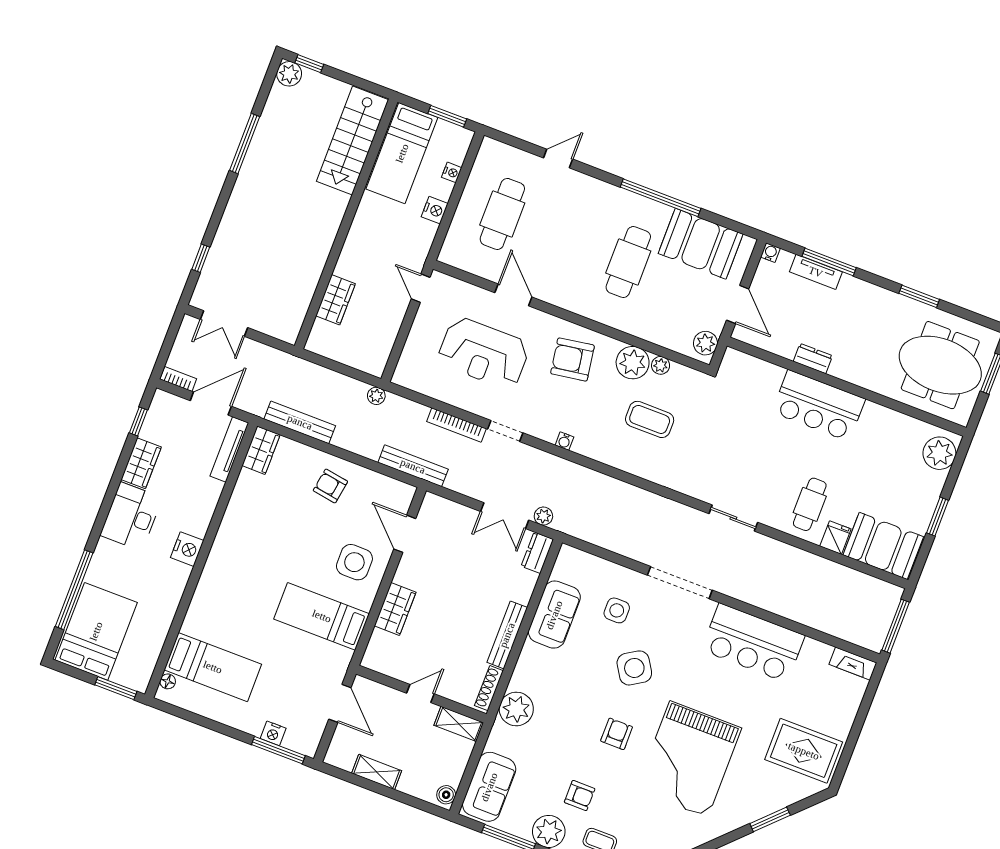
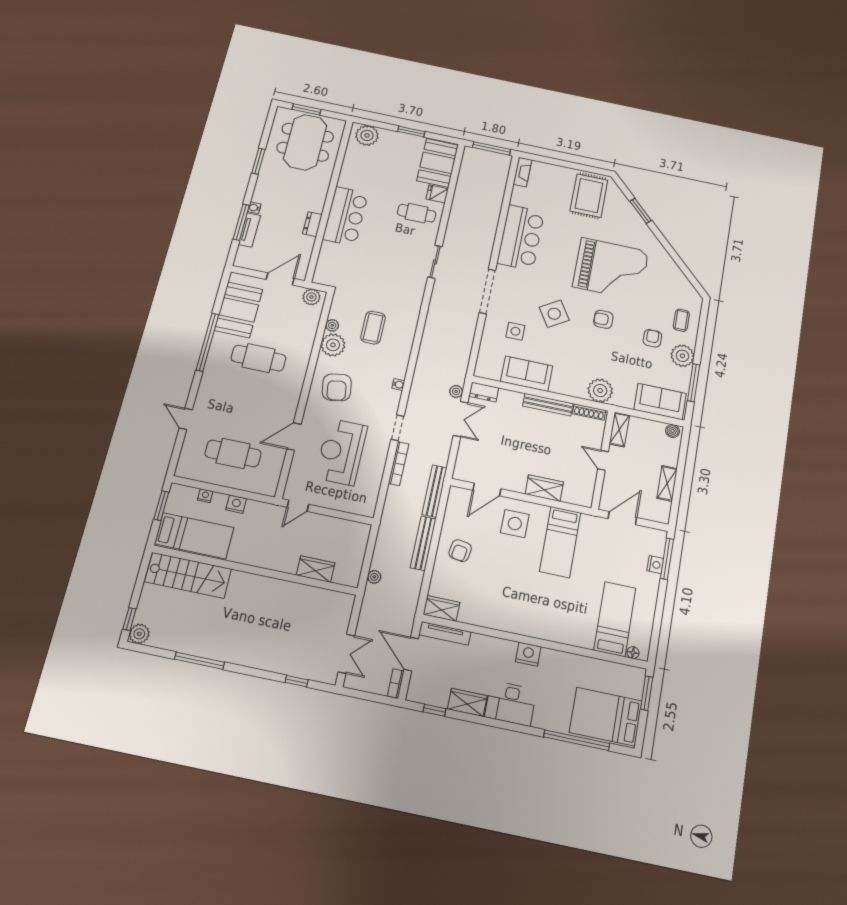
water cooler: (770, 253) -> (254, 208), moved
reception desk: (484, 353) -> (341, 452), turned 180
plant: (376, 396) -> (374, 577), moved
bench: (300, 422) -> (423, 543), moved

